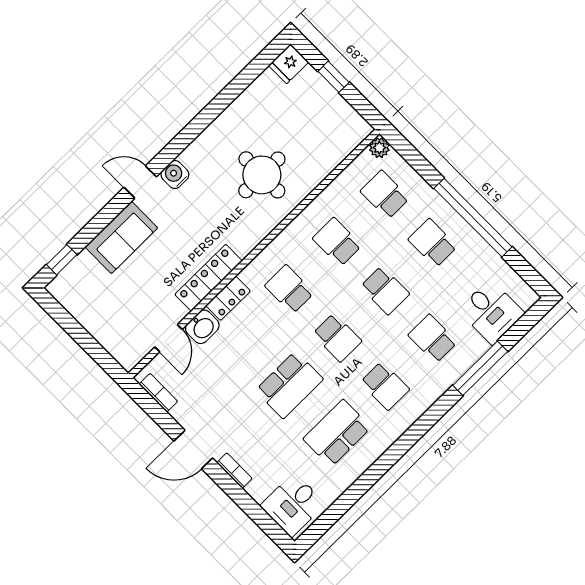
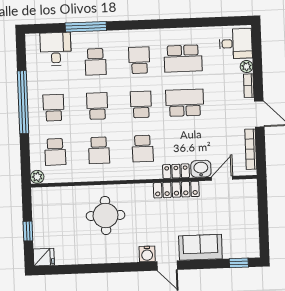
school desk: (433, 243) -> (54, 108), turned 180
bookcase: (158, 393) -> (251, 149), width x1.56
plant: (257, 490) -> (247, 66), added

